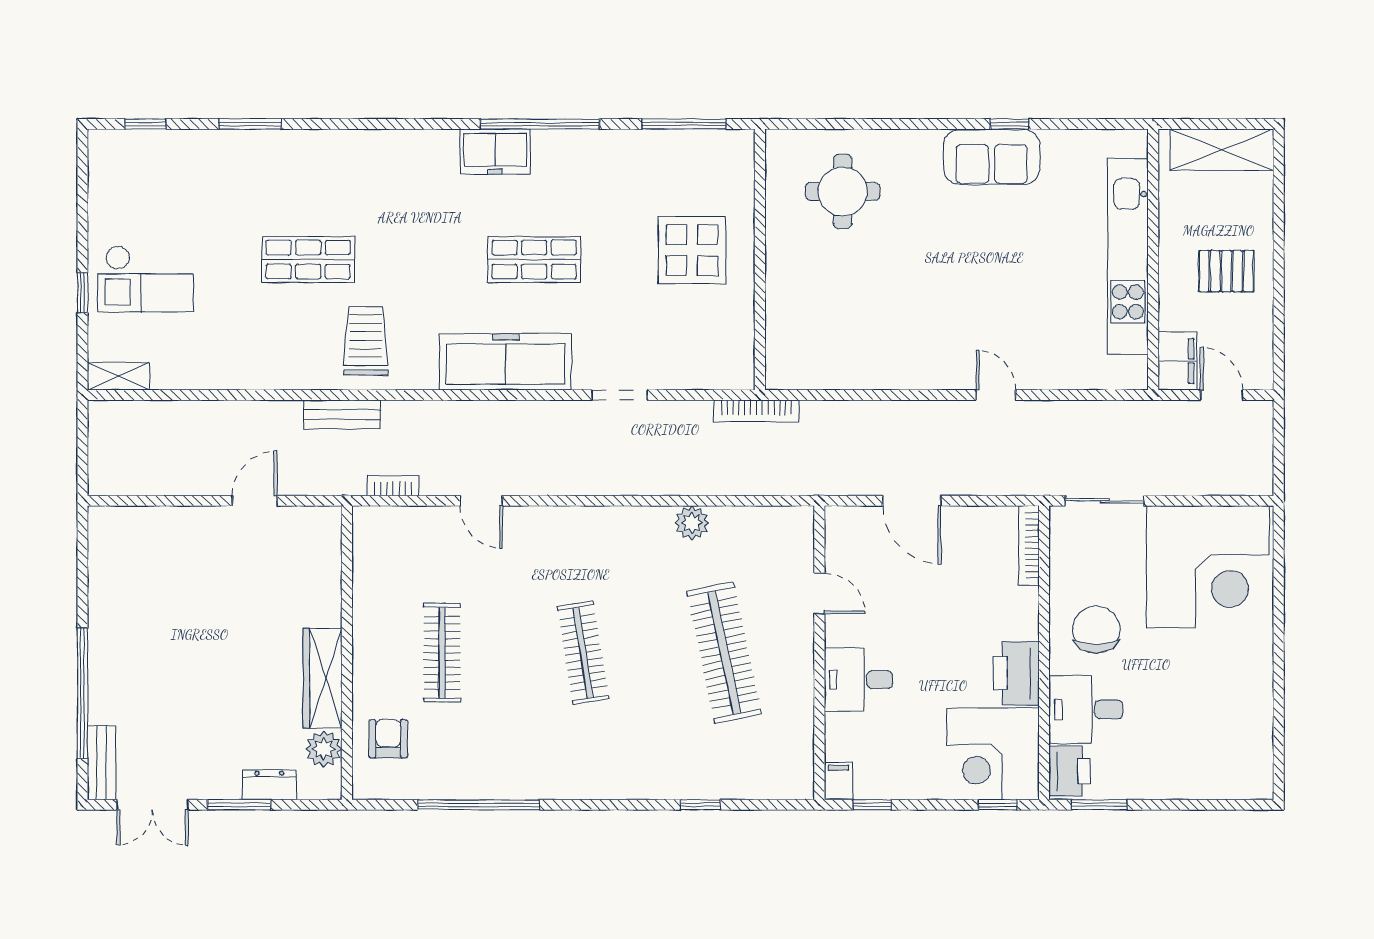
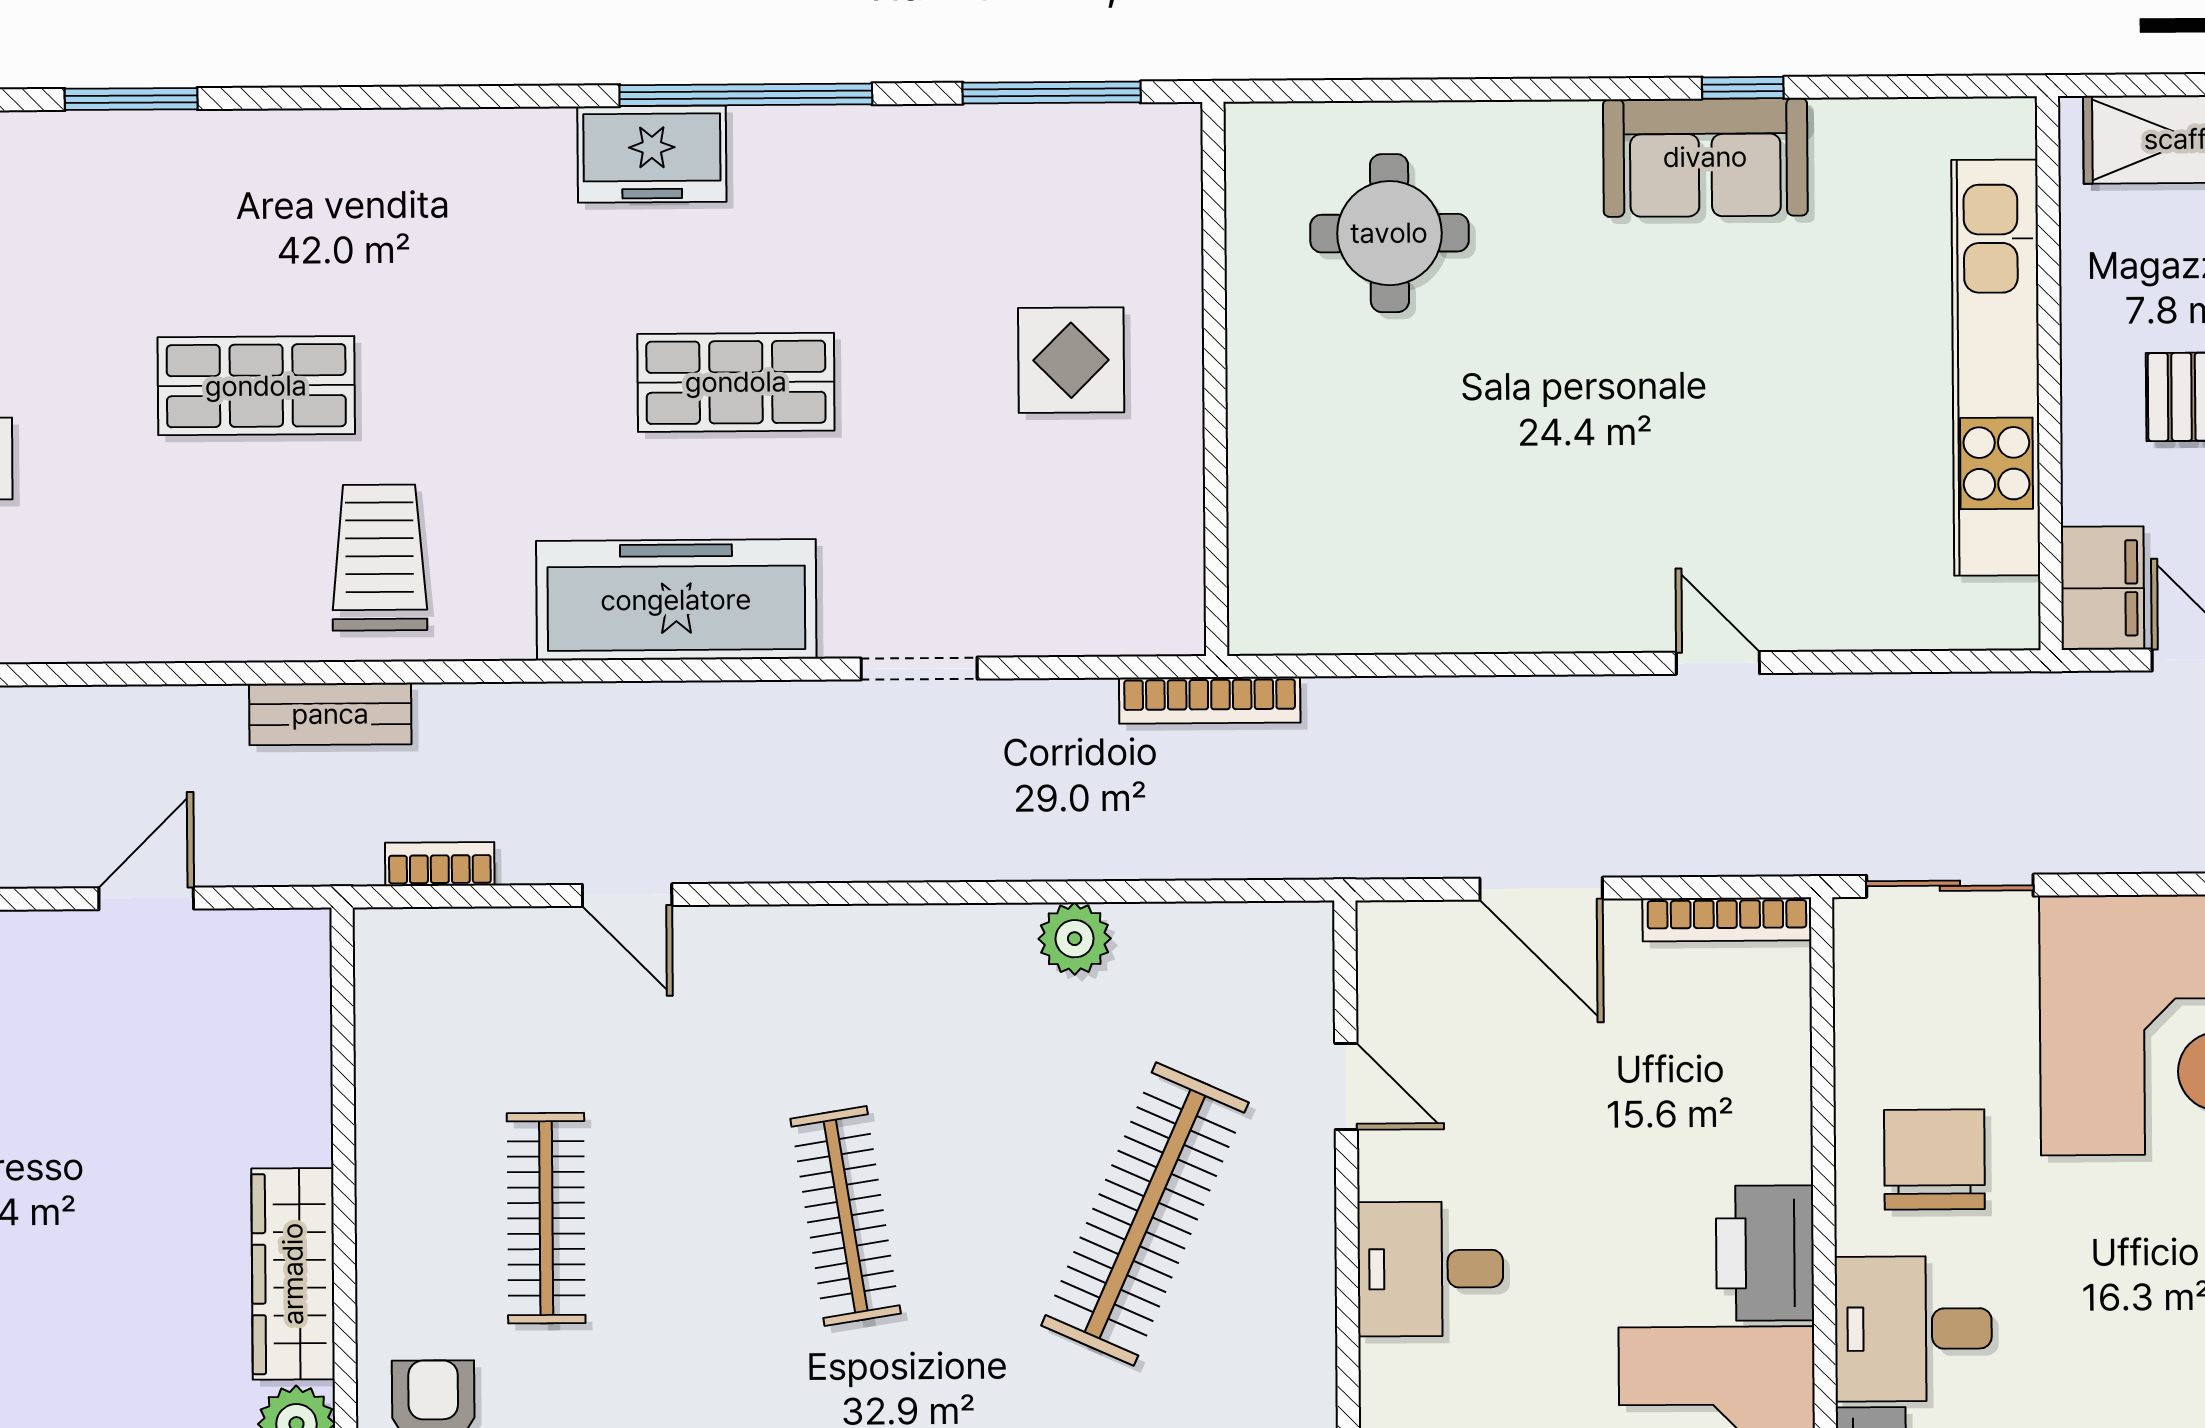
display table: (692, 250) -> (1071, 360), width x0.73, depth x0.73
bookcase: (1029, 545) -> (1727, 919), moved, turned -90
clothes rail: (724, 653) -> (1145, 1214), turned 36

